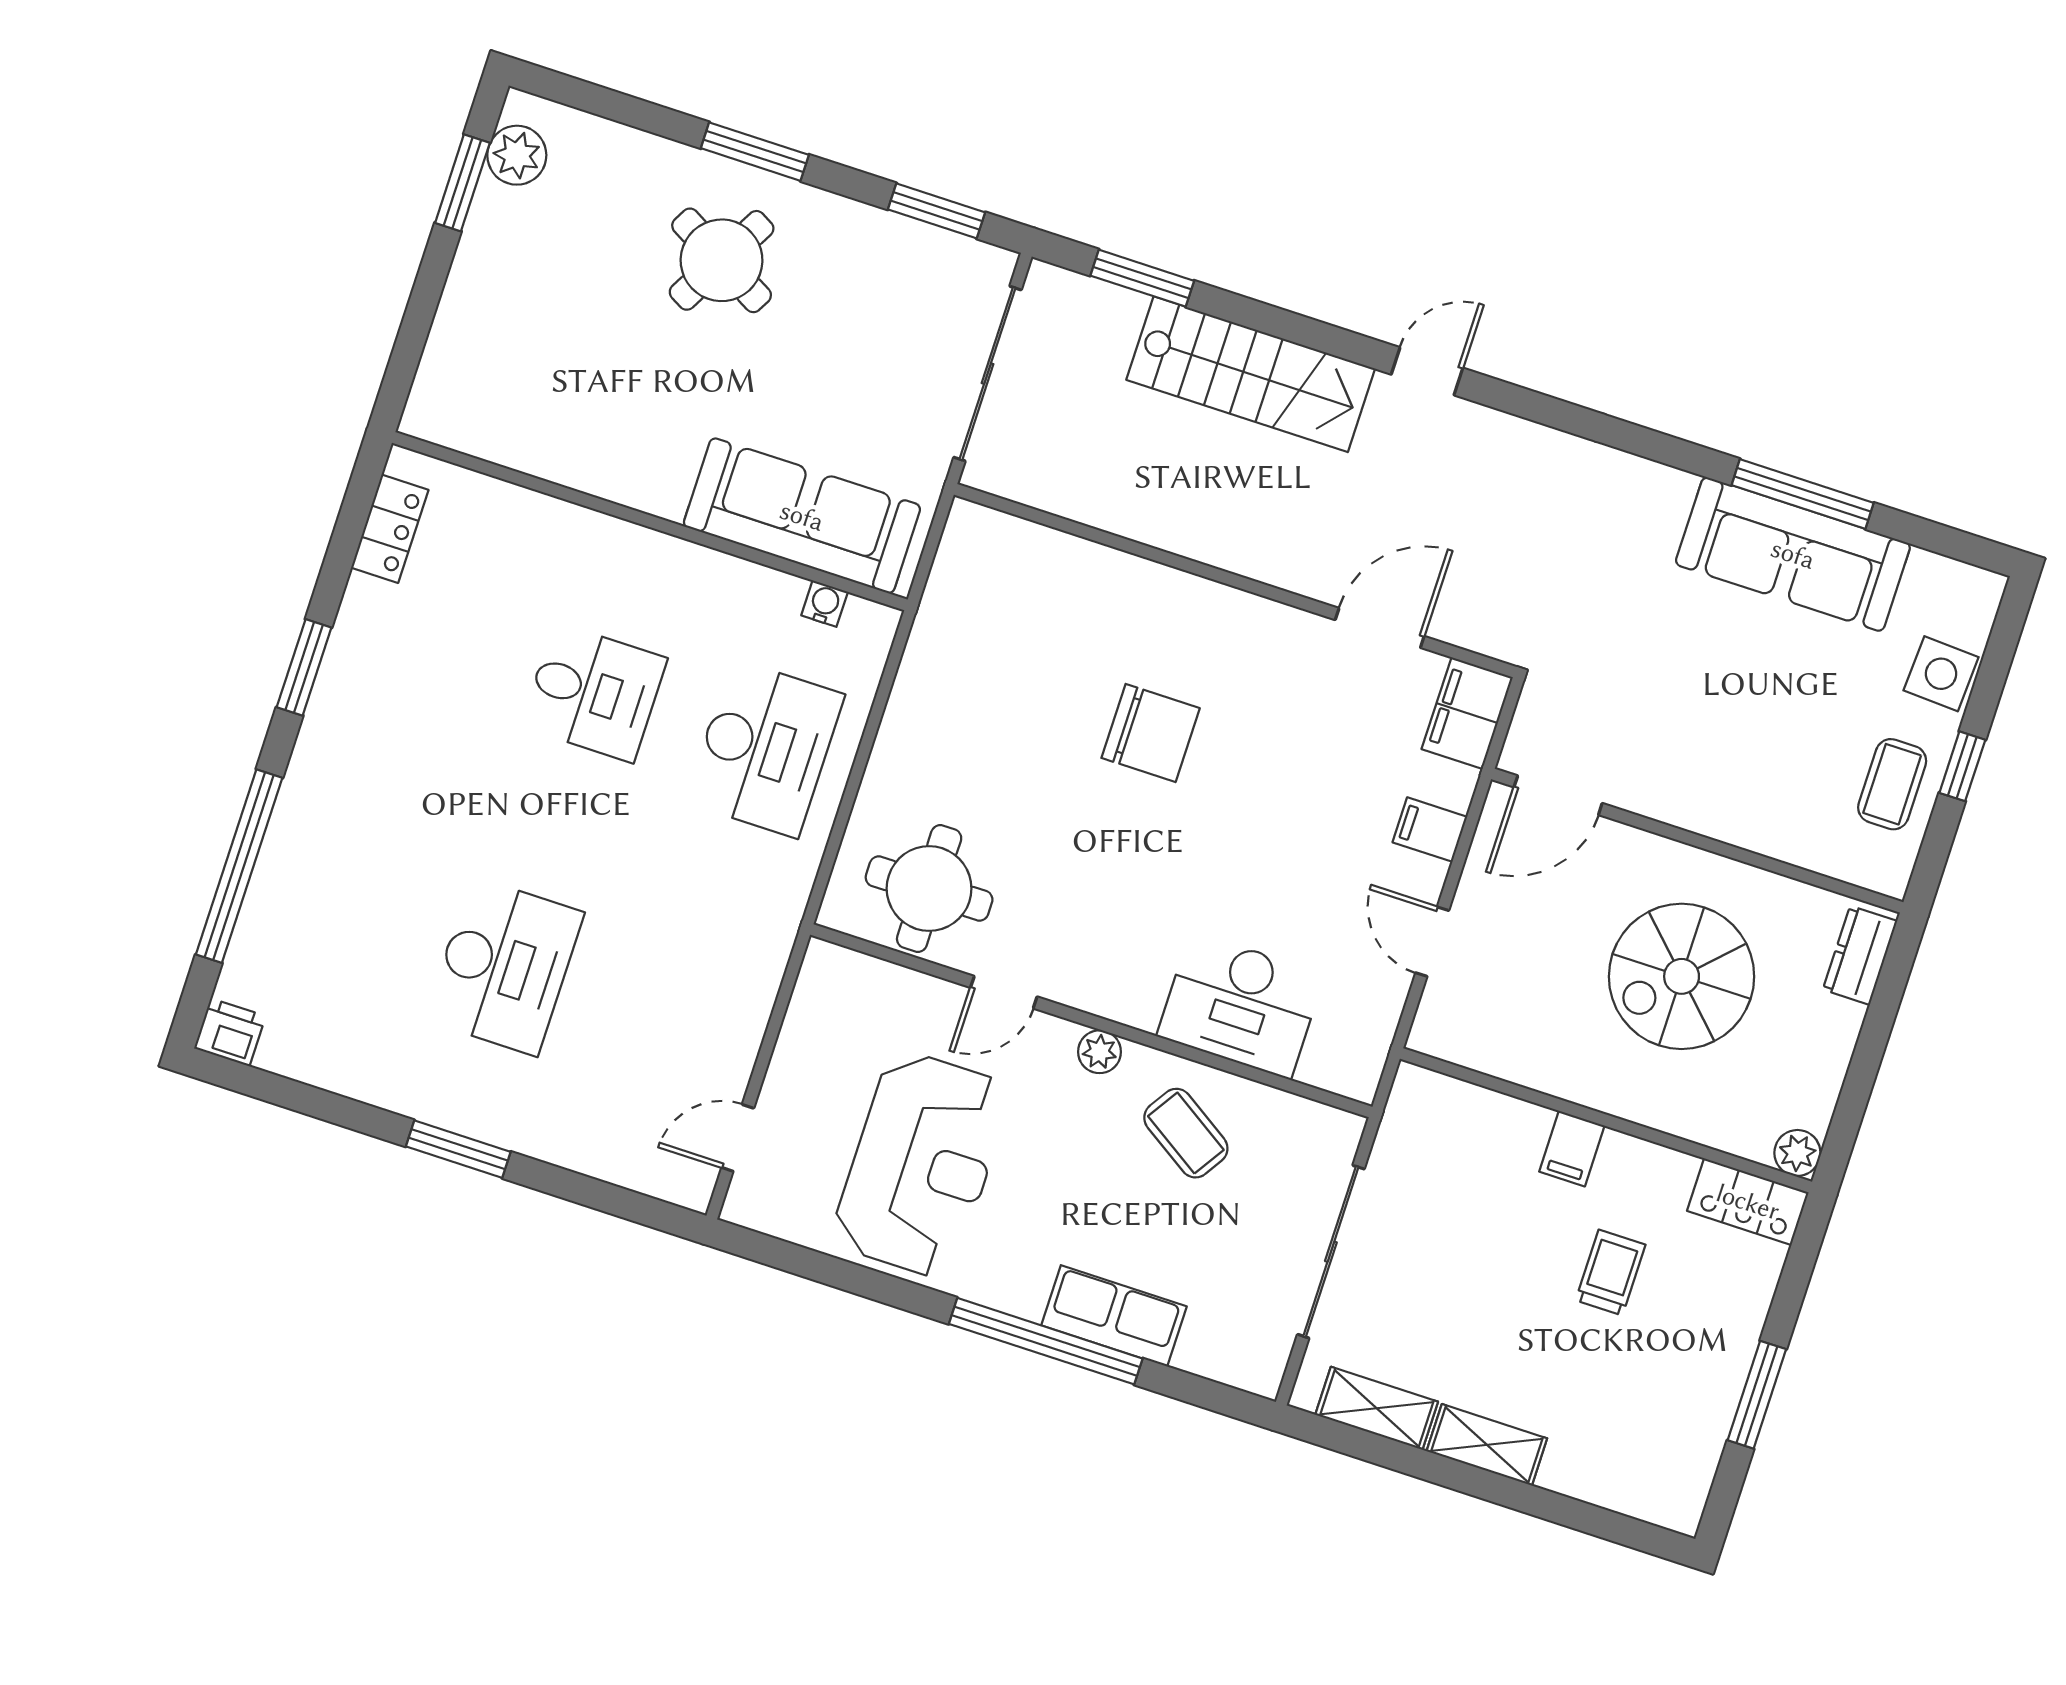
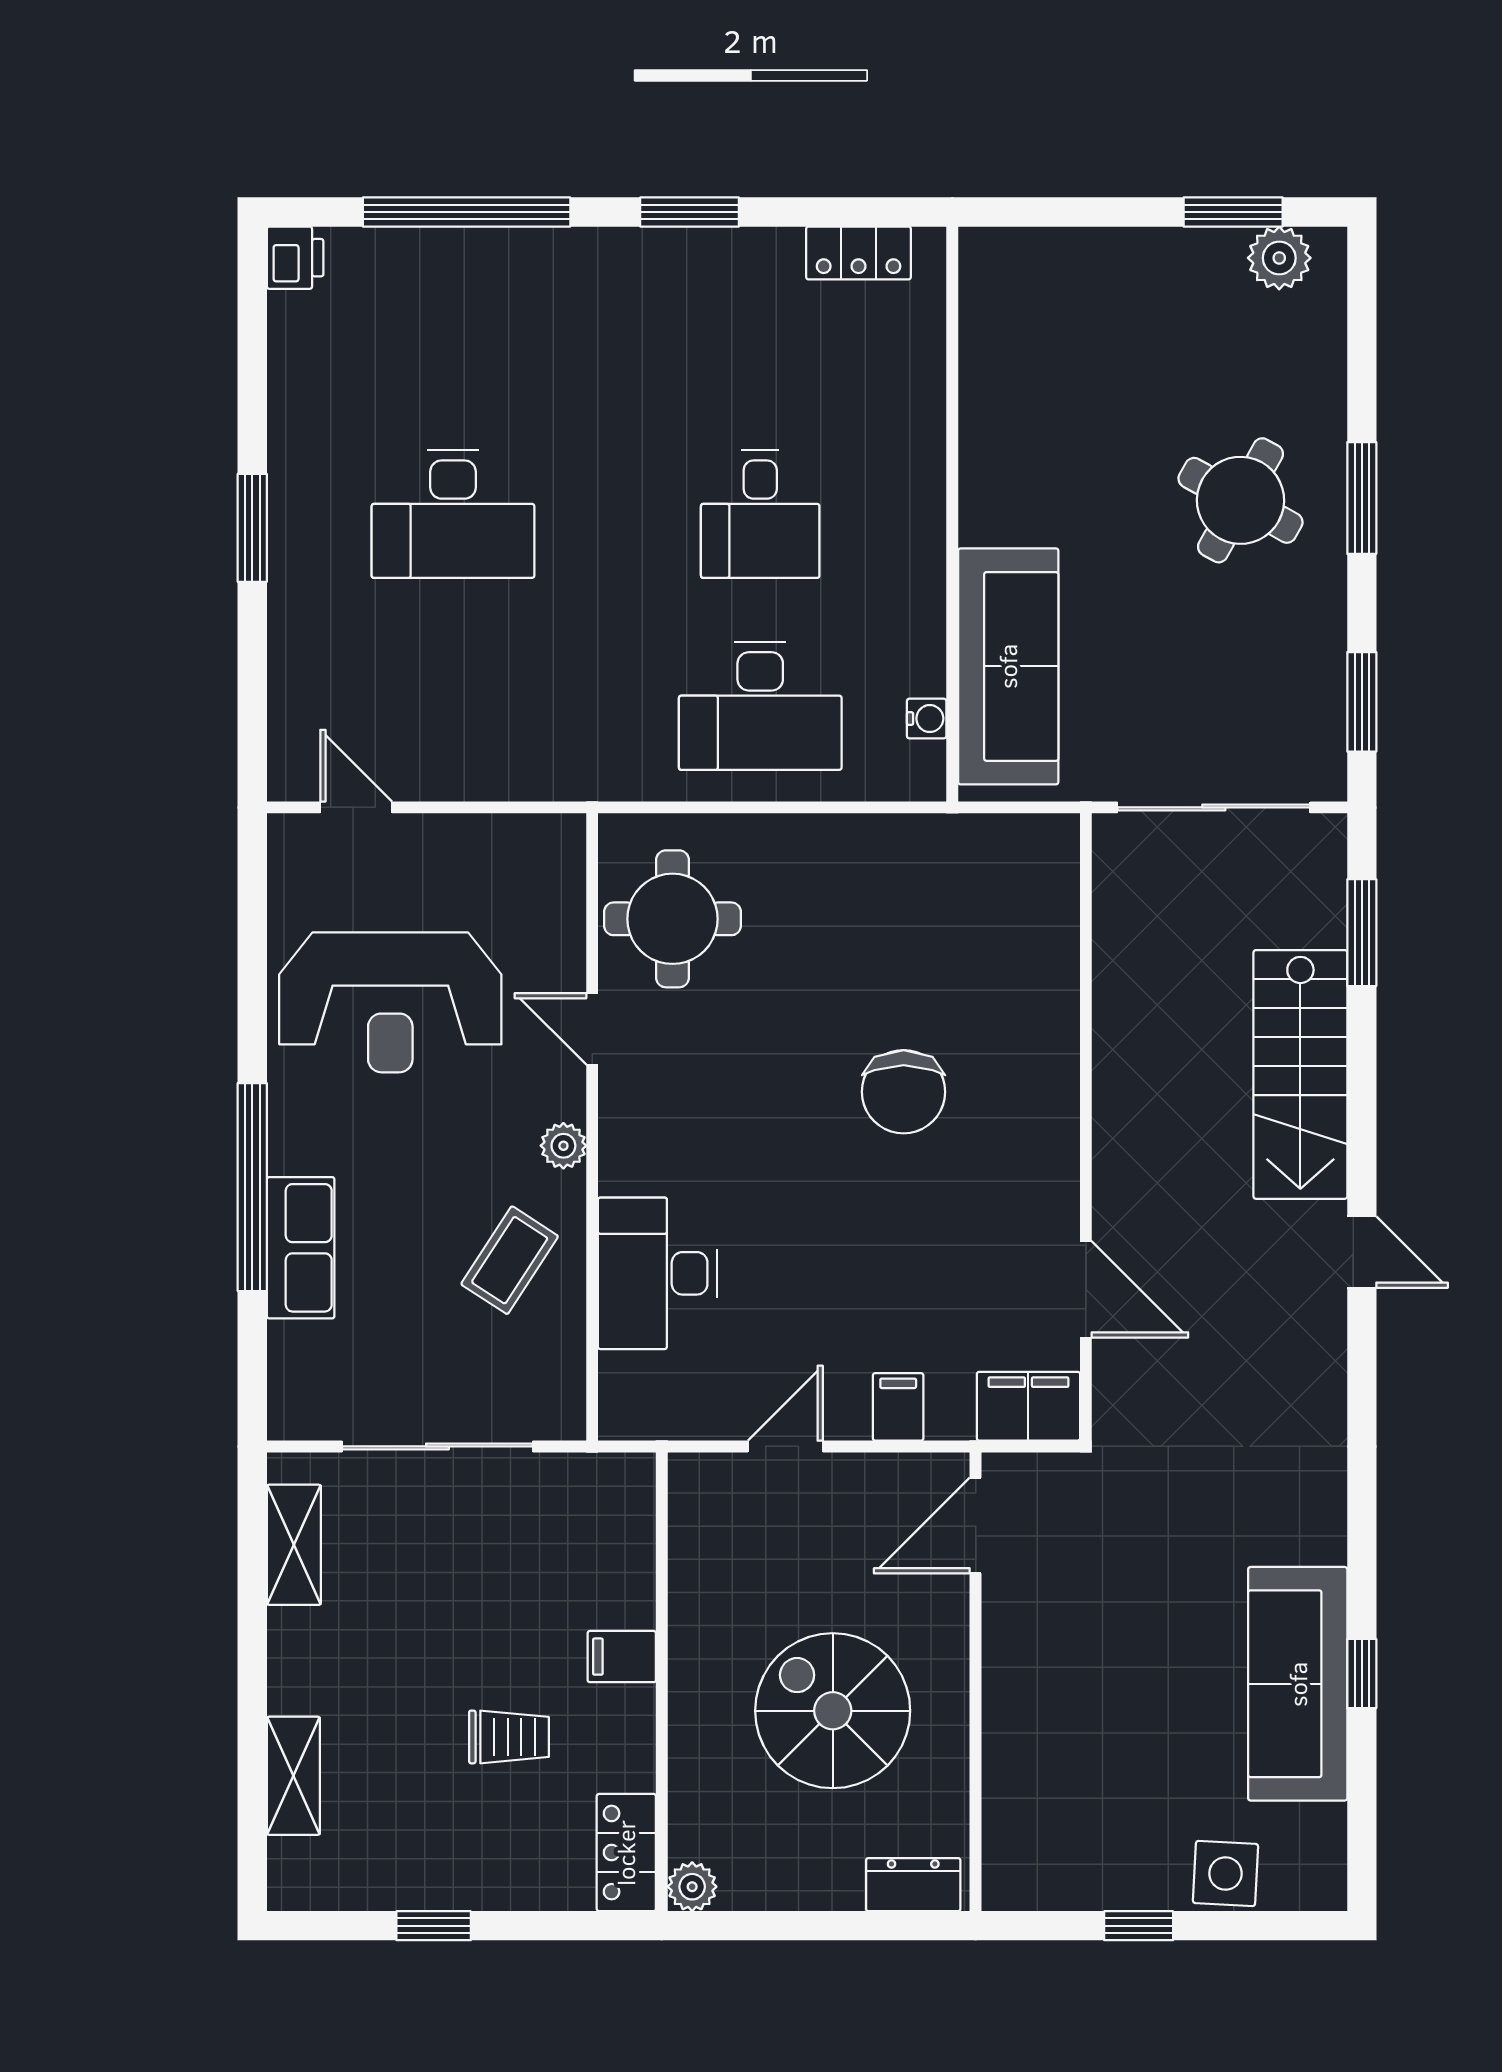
window: (1803, 494) -> (1362, 1674), width x0.46
coffee table: (1892, 784) -> (1097, 1861), removed
door: (1558, 795) -> (976, 1526), hinge flipped
window: (1757, 1395) -> (434, 1926), width x0.67
shelving: (1487, 1445) -> (293, 1776), moved

